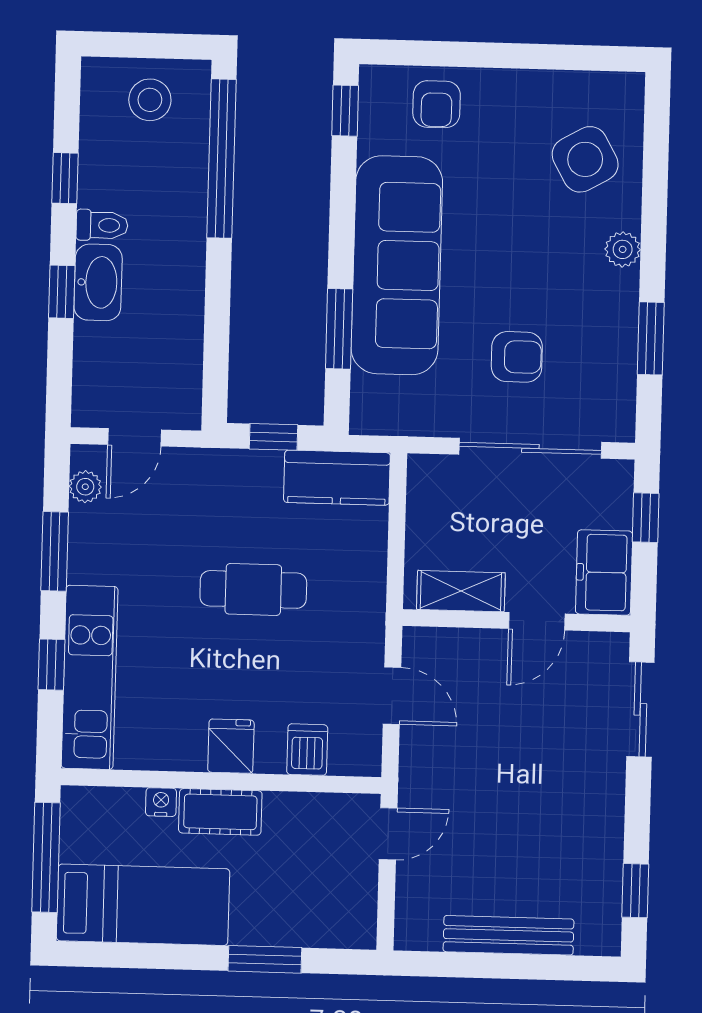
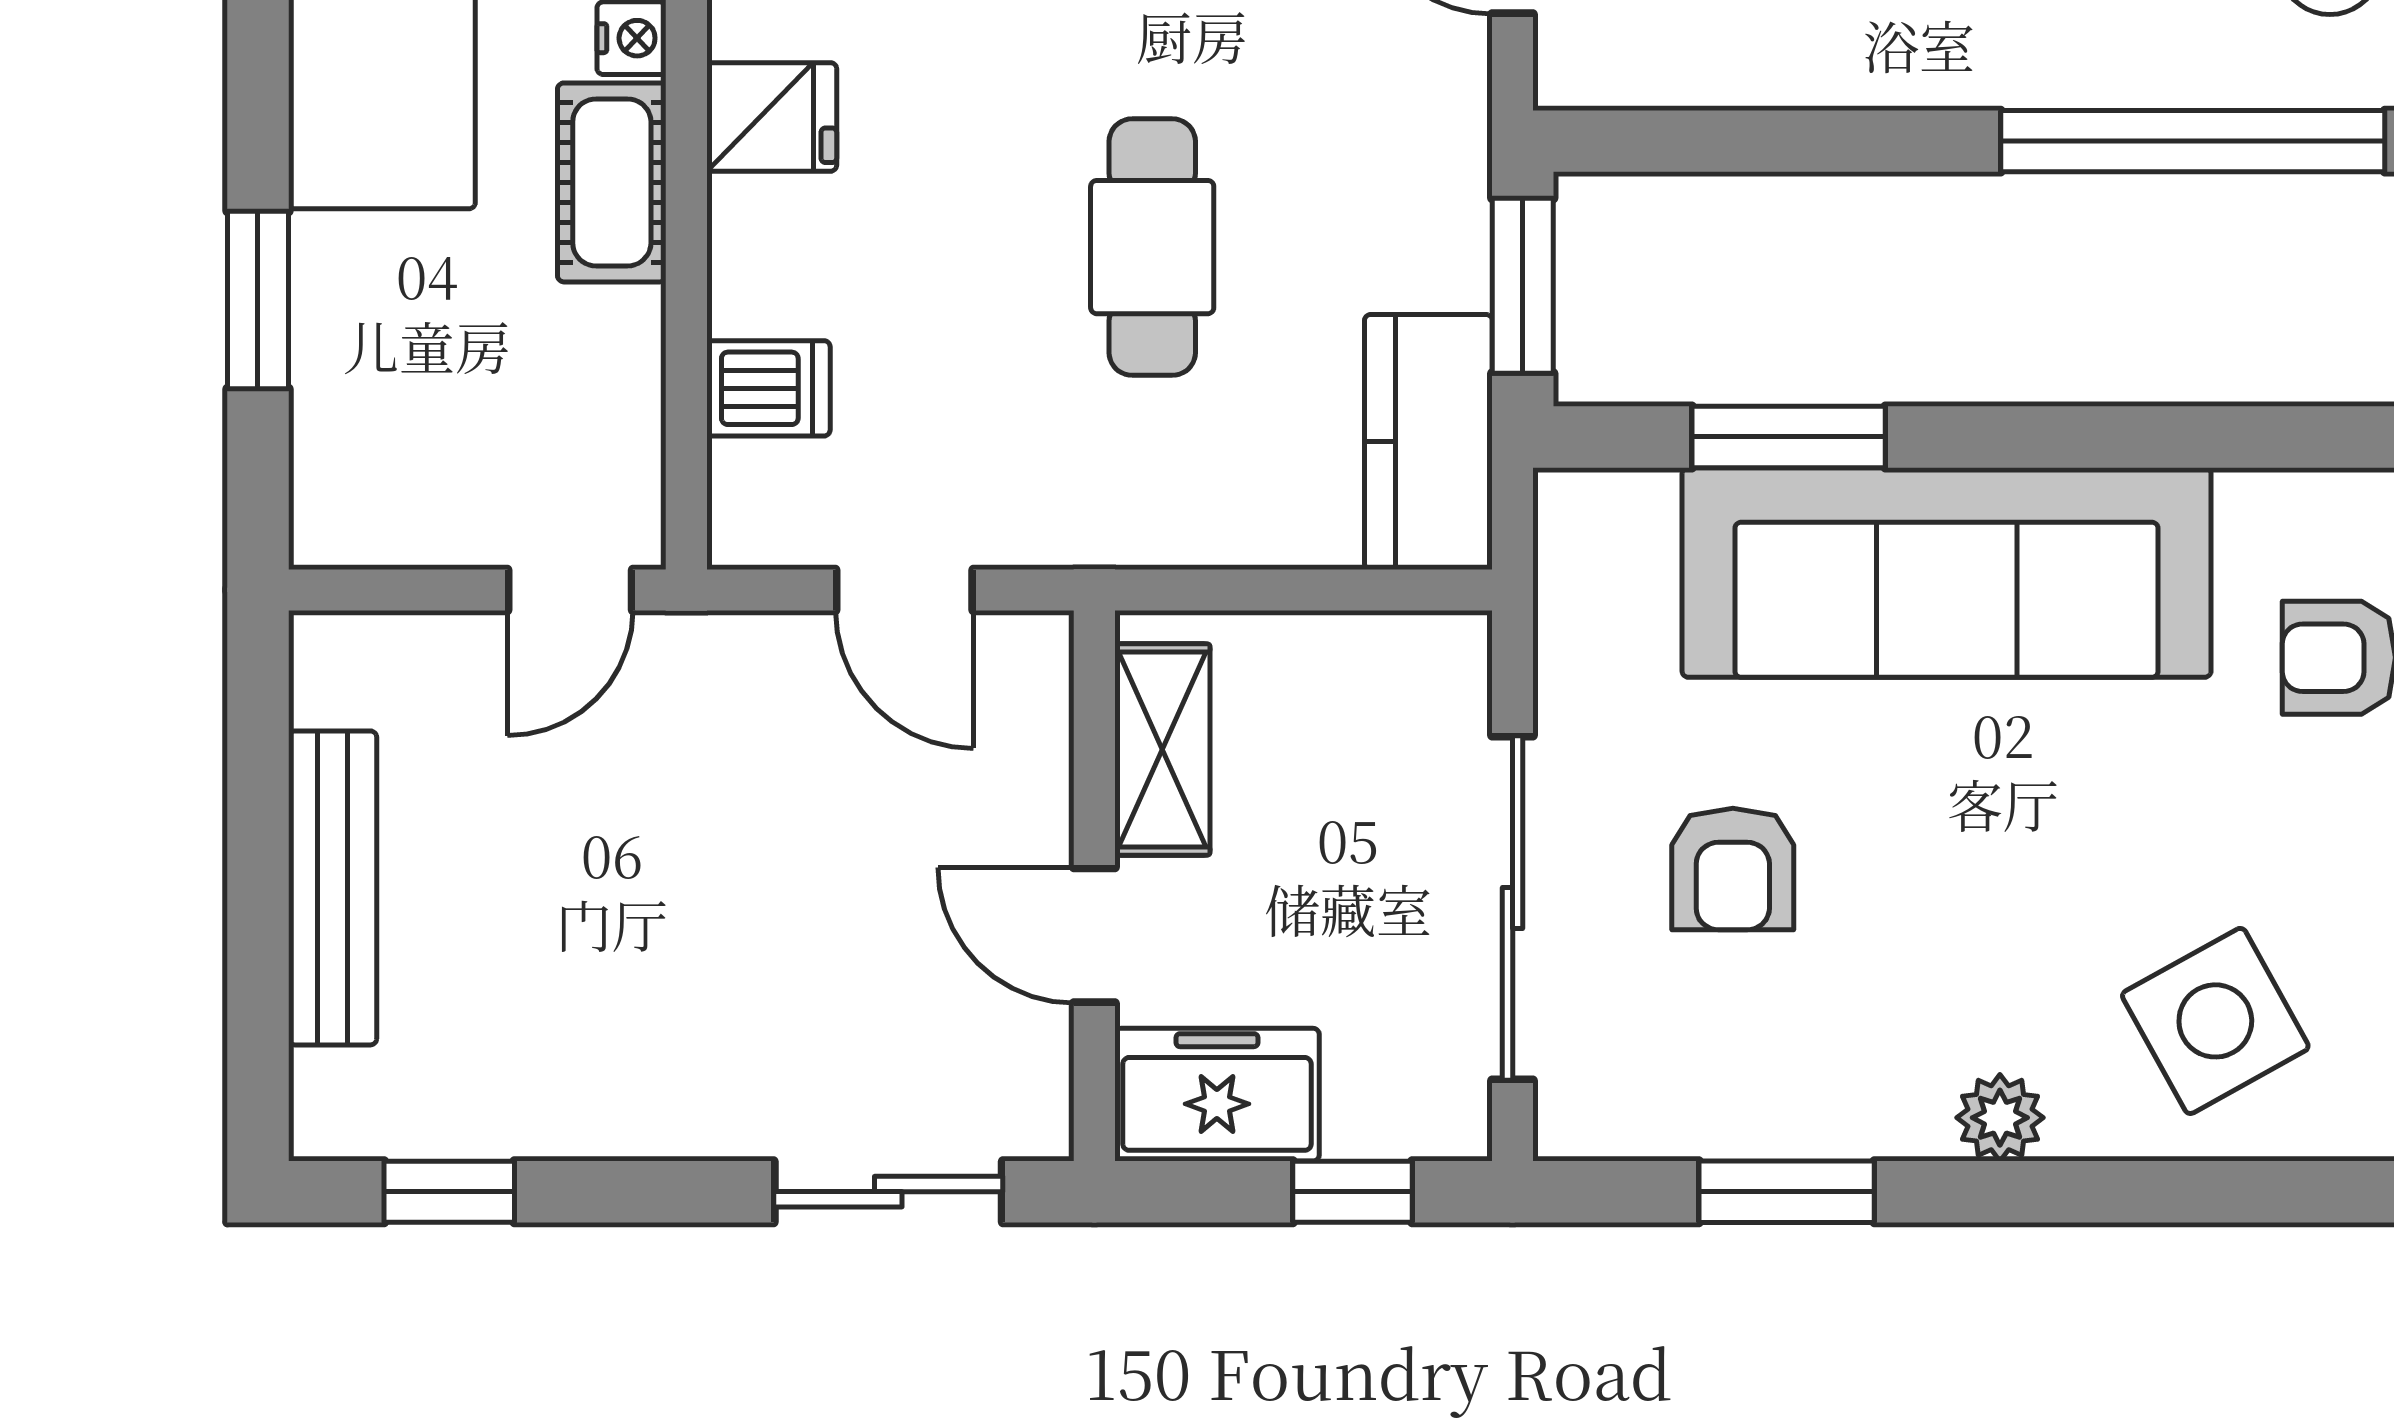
window: (345, 111) -> (2317, 437), removed
window: (274, 437) -> (1523, 286), width x1.50
door: (392, 696) -> (904, 590), hinge flipped
fridge: (231, 746) -> (772, 117), moved
door: (388, 834) -> (570, 590), hinge flipped

